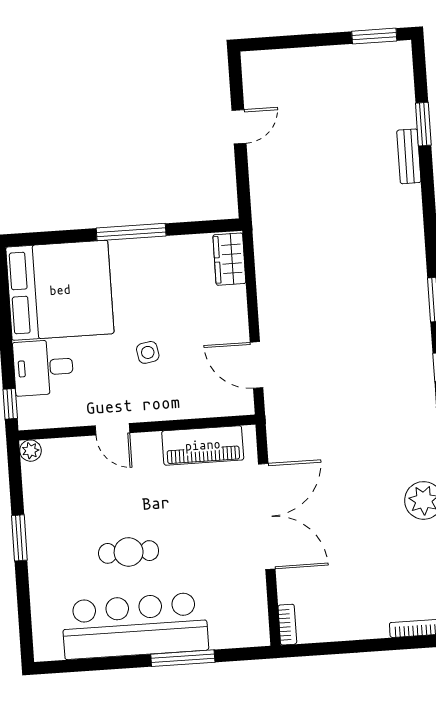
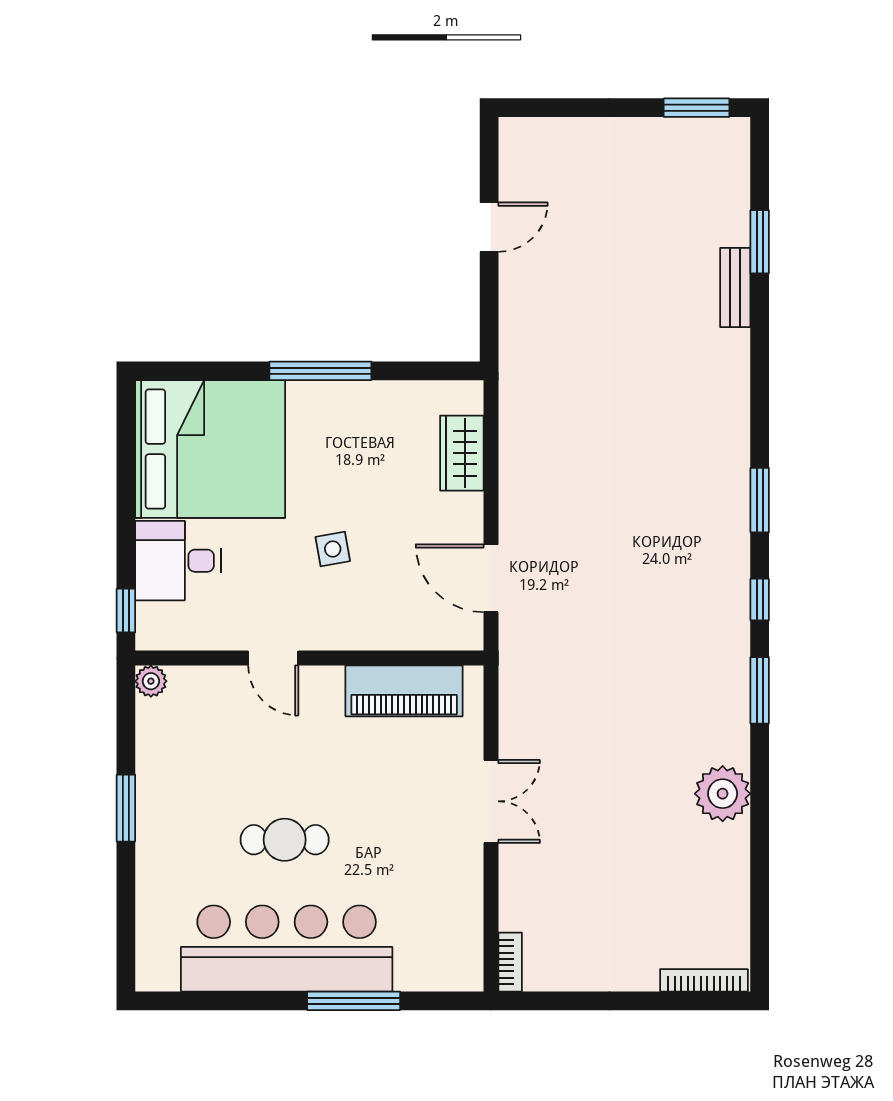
wardrobe: (229, 259) -> (462, 453), moved
double door: (267, 516) -> (491, 801), width x0.54

